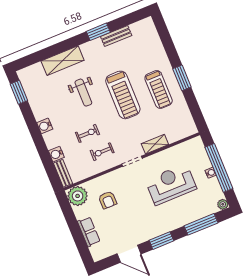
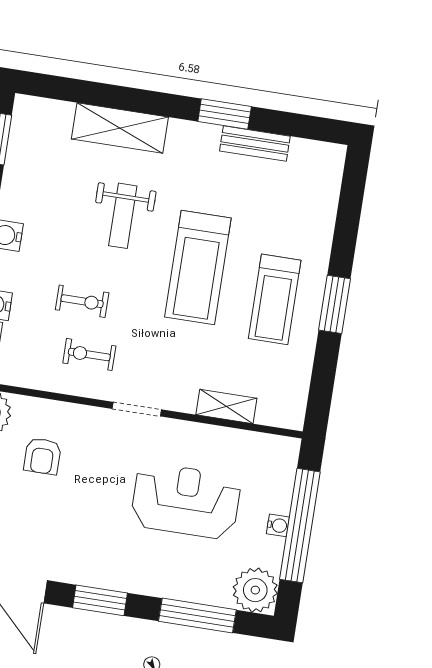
shelving: (155, 144) -> (226, 407), moved
plant: (223, 204) -> (255, 590), width x1.87, depth x1.87

